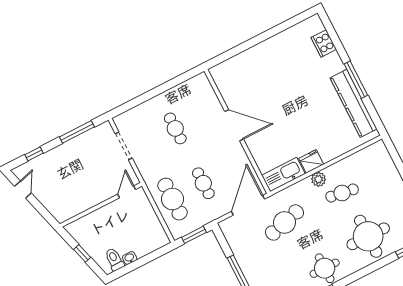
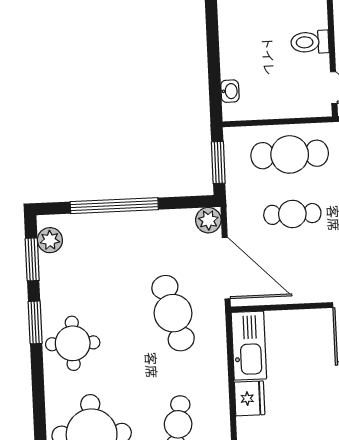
plant: (319, 179) -> (208, 220), moved
washbasin: (130, 258) -> (230, 91), moved
toilet: (114, 259) -> (310, 42), moved, turned 180

